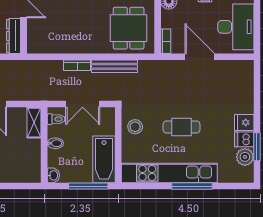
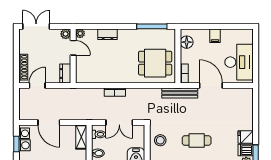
dining table: (129, 28) -> (155, 63), turned 90
dresser: (14, 36) -> (65, 73), width x0.70
bench: (115, 66) -> (180, 93), moved

